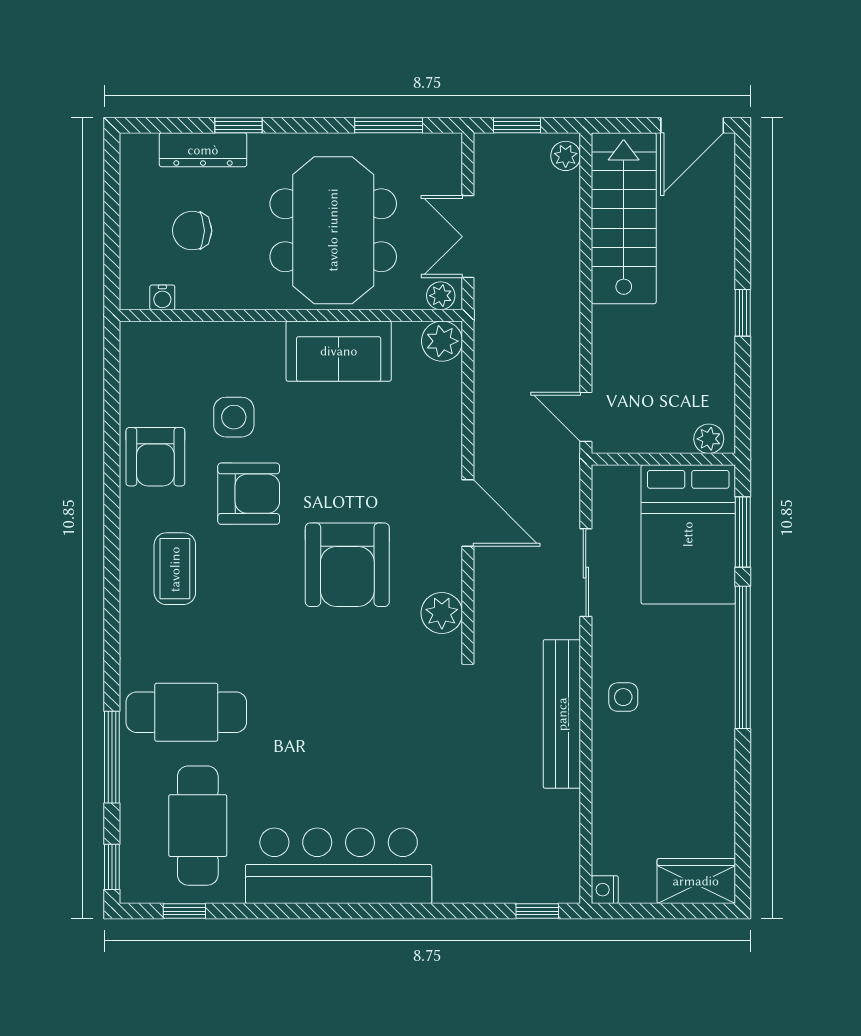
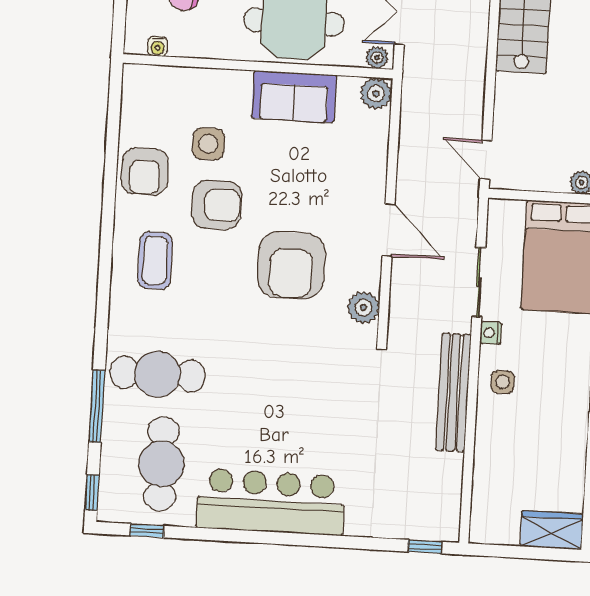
nightstand: (605, 890) -> (491, 333), moved

